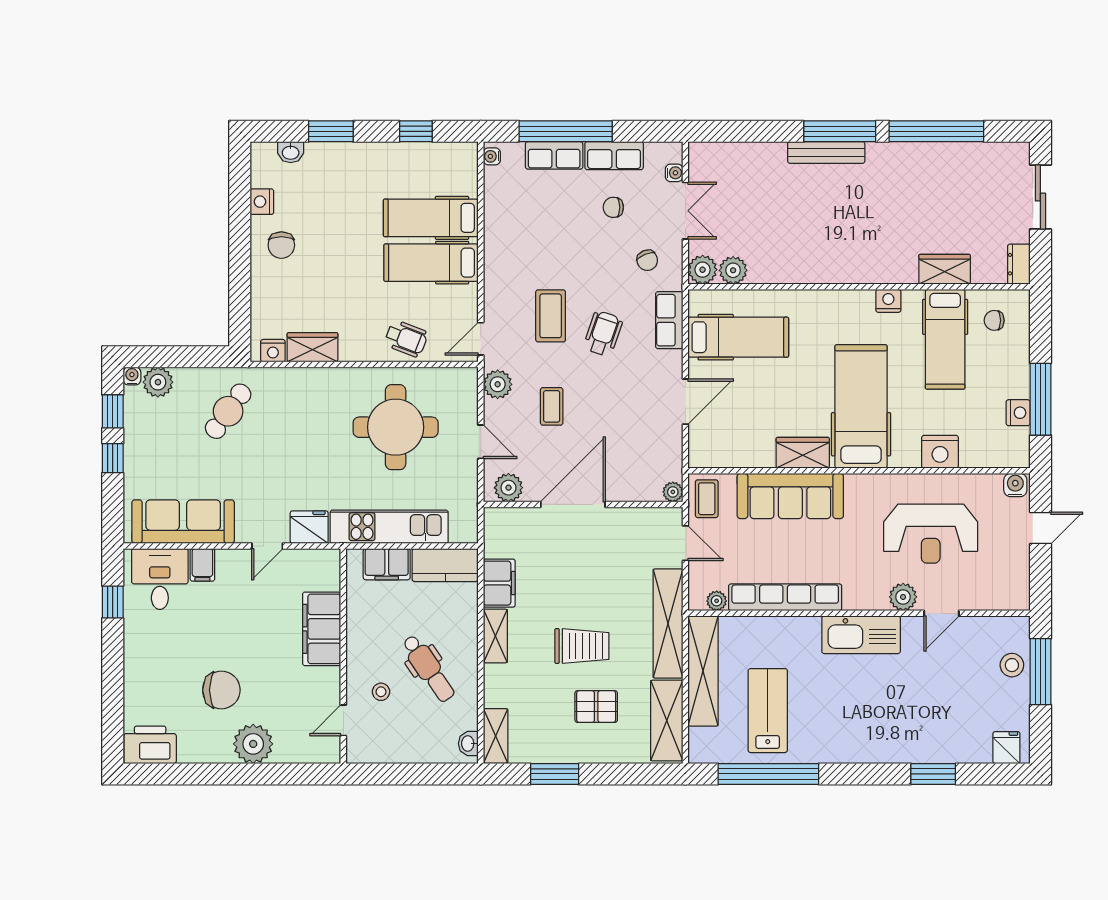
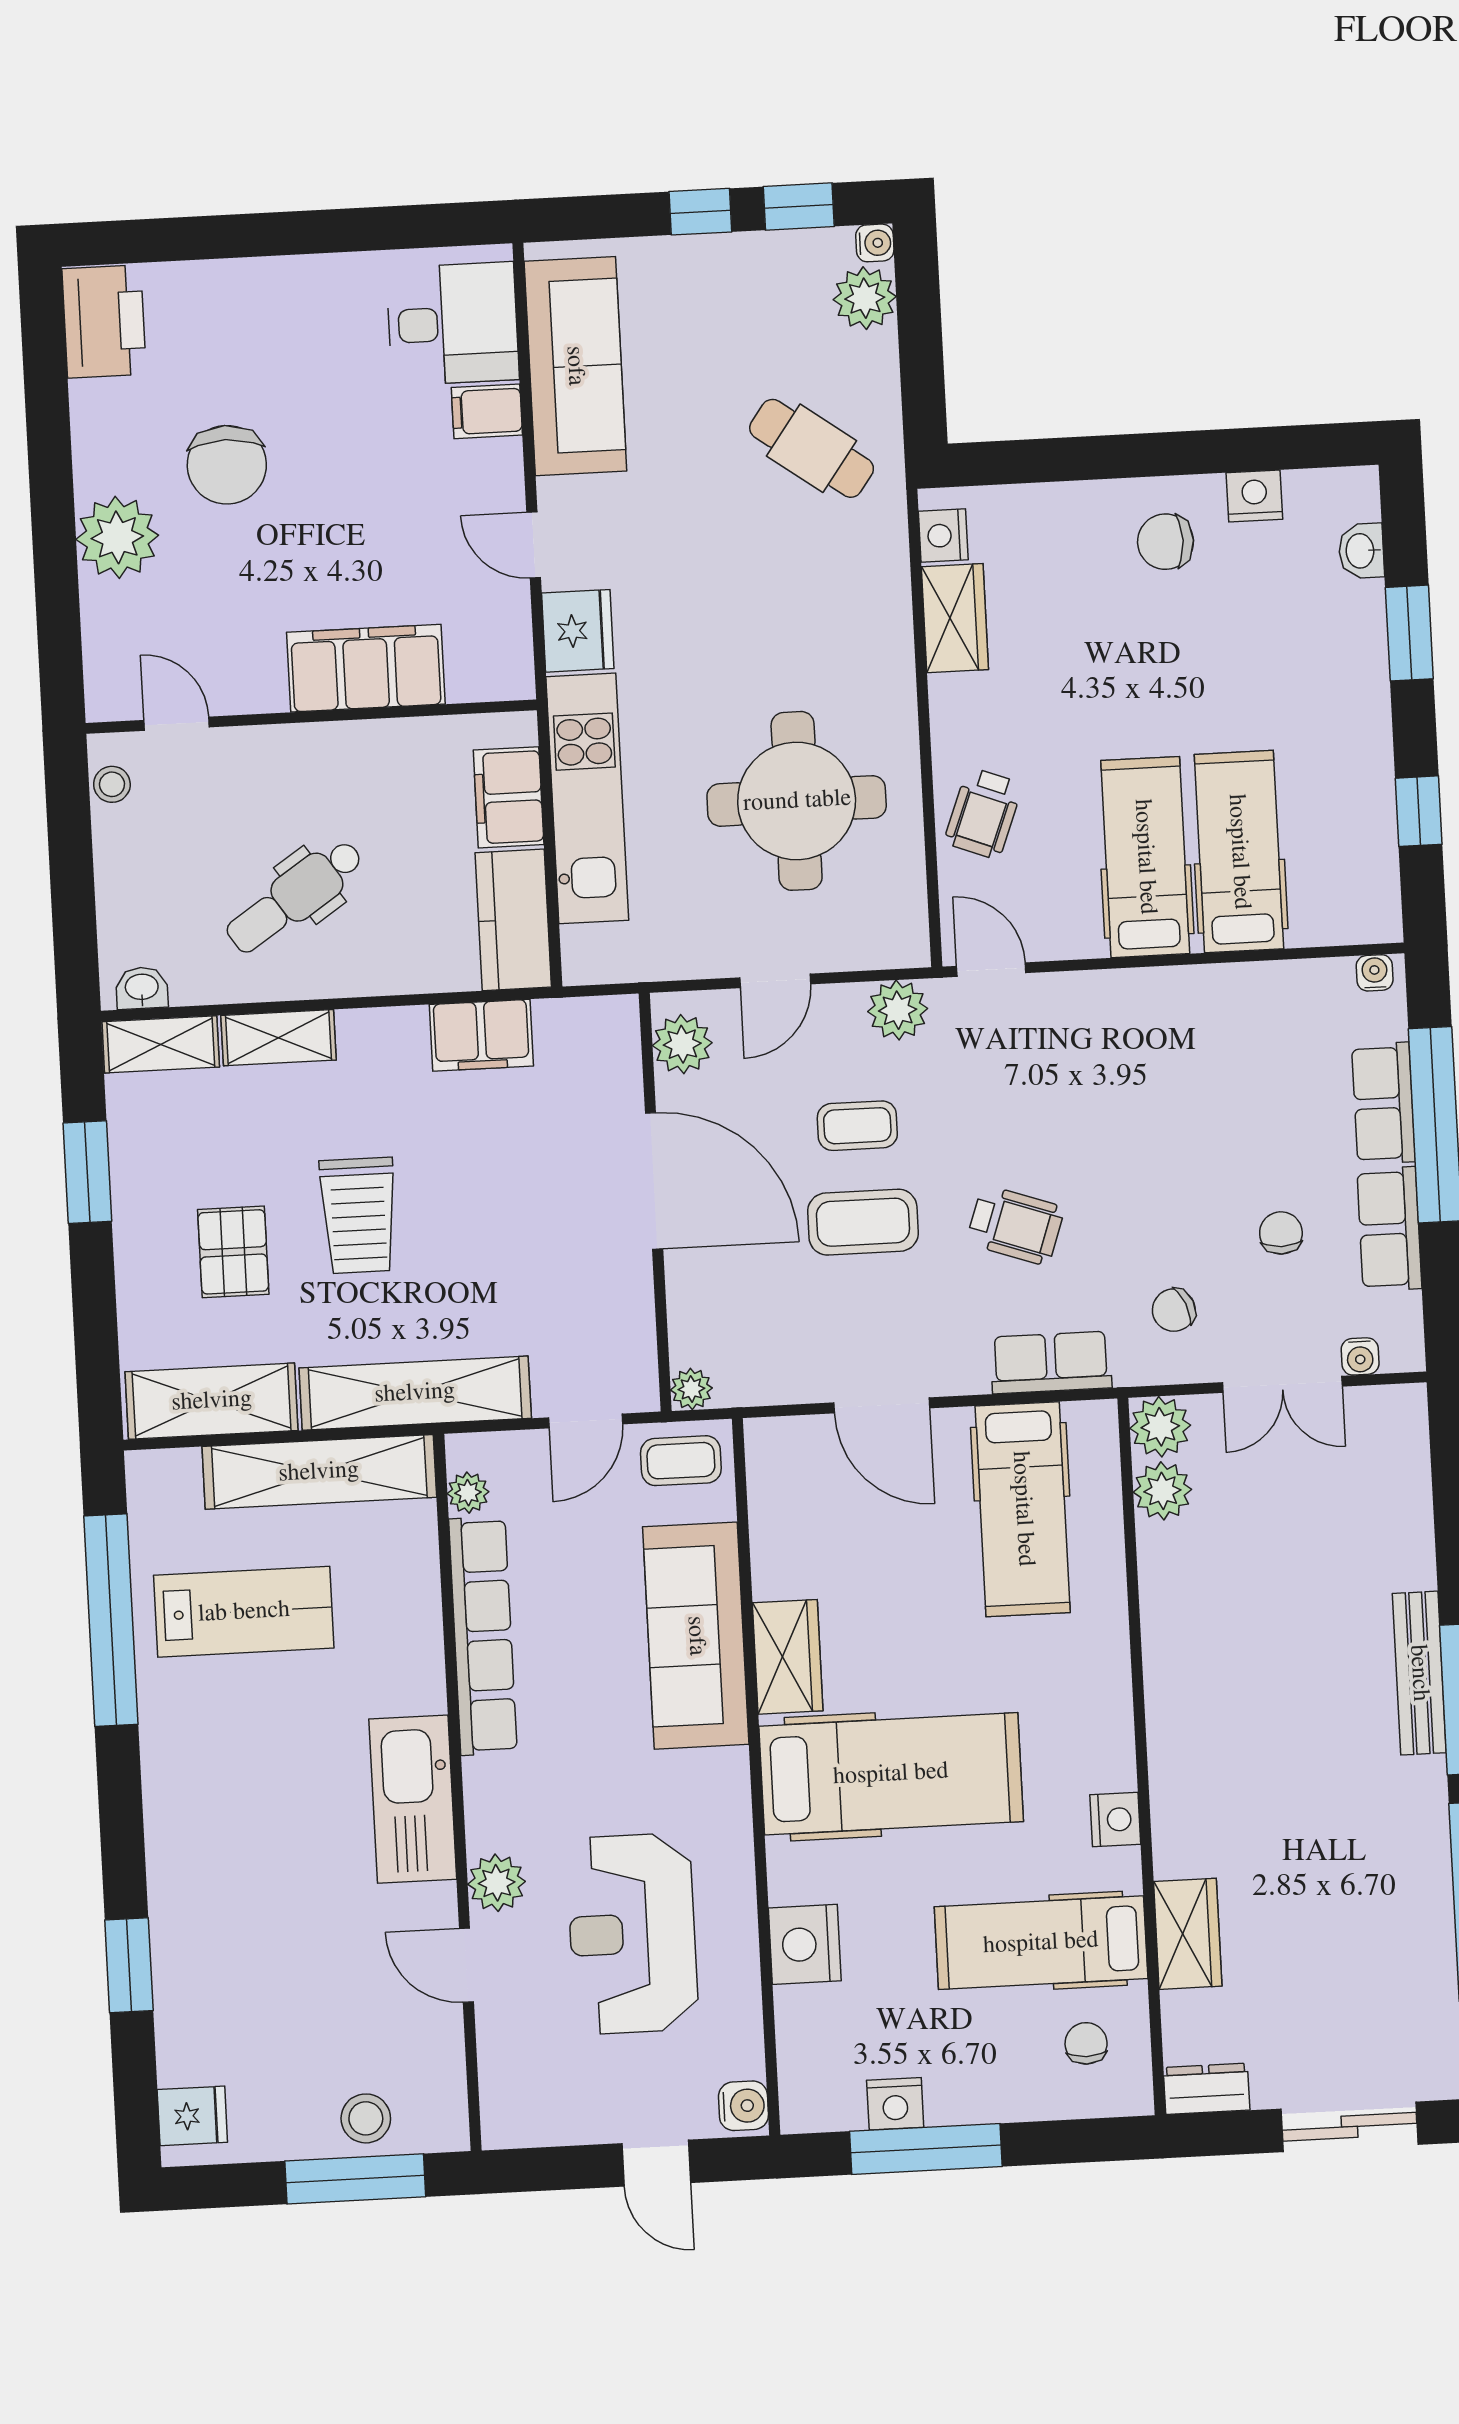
coffee table: (551, 316) -> (863, 1222), moved
window: (113, 602) -> (399, 227), removed
shelving: (495, 636) -> (279, 1038), moved
stool: (381, 692) -> (112, 784), moved

